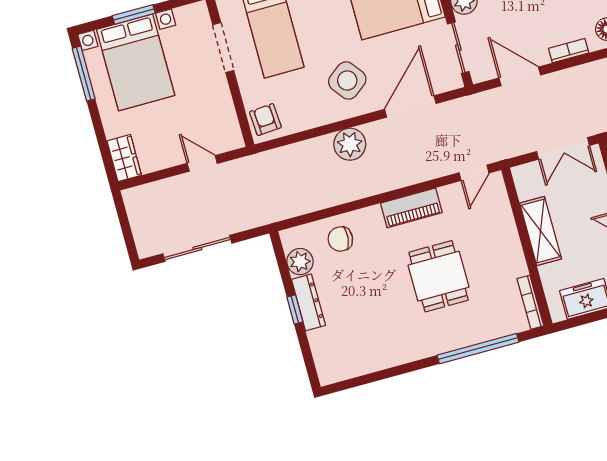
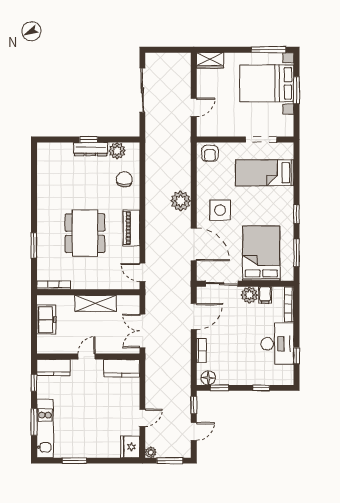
side table: (347, 81) -> (220, 210), turned 37
armchair: (265, 120) -> (210, 153), turned 94
dining table: (439, 276) -> (85, 233), width x1.38
window: (478, 349) -> (34, 245), width x0.47

